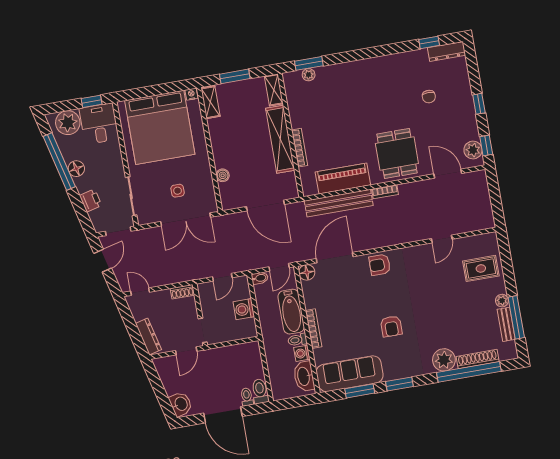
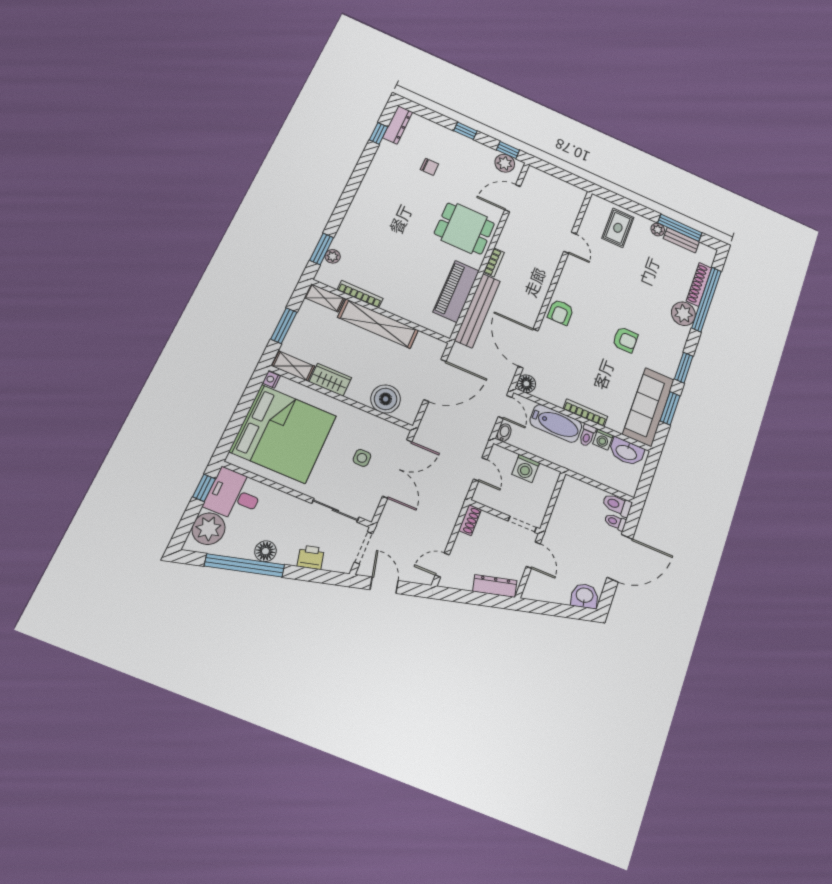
wardrobe: (218, 133) -> (330, 380), added
bookcase: (300, 148) -> (360, 294), moved
boiler: (223, 175) -> (386, 399), width x1.86, depth x1.86

